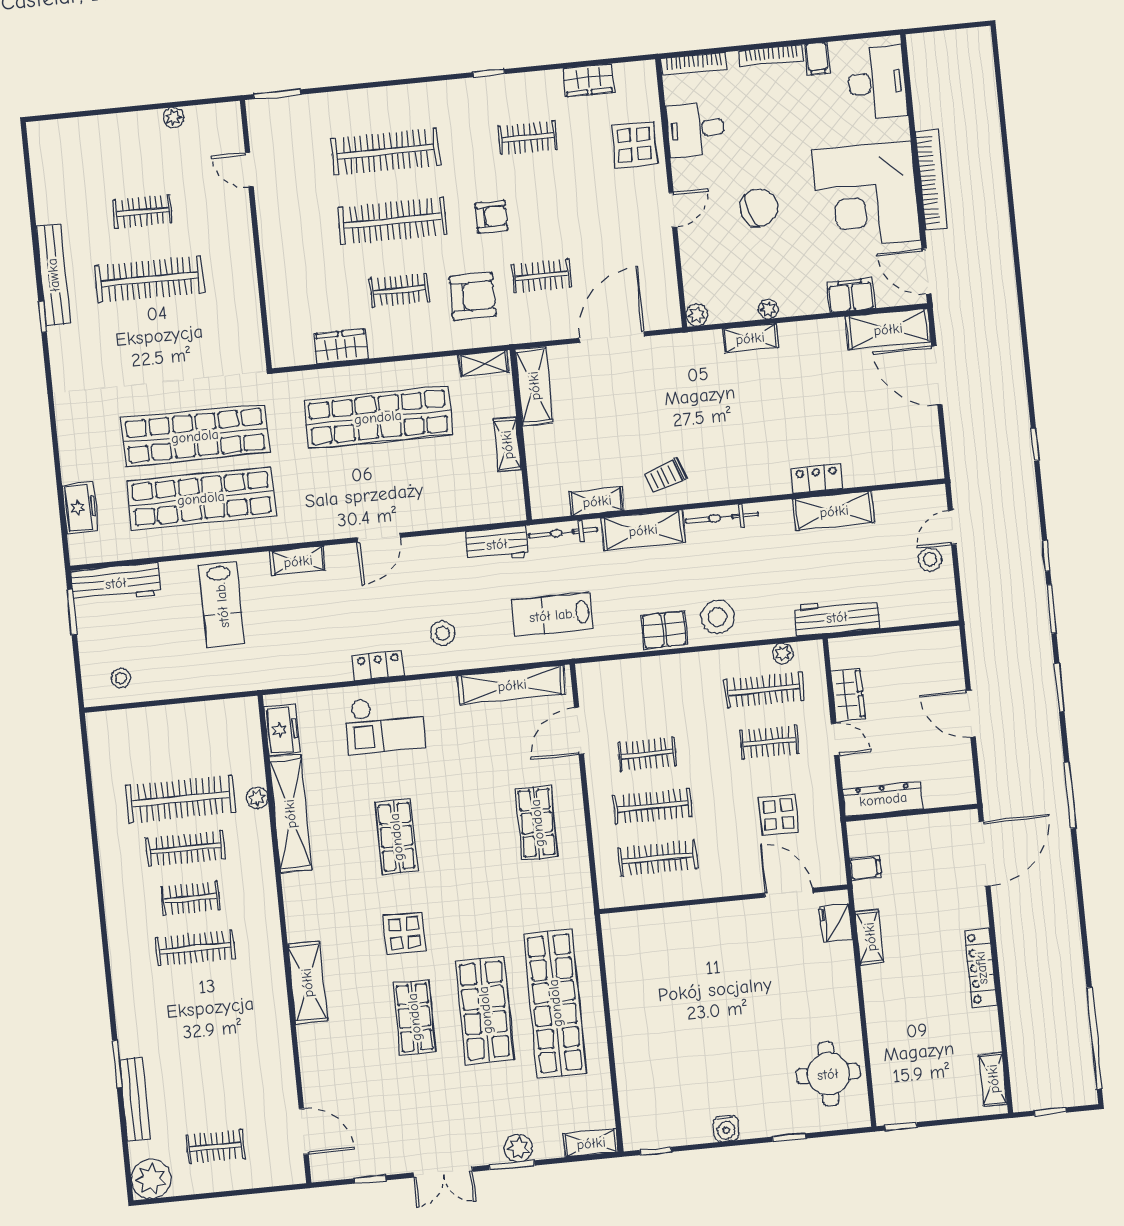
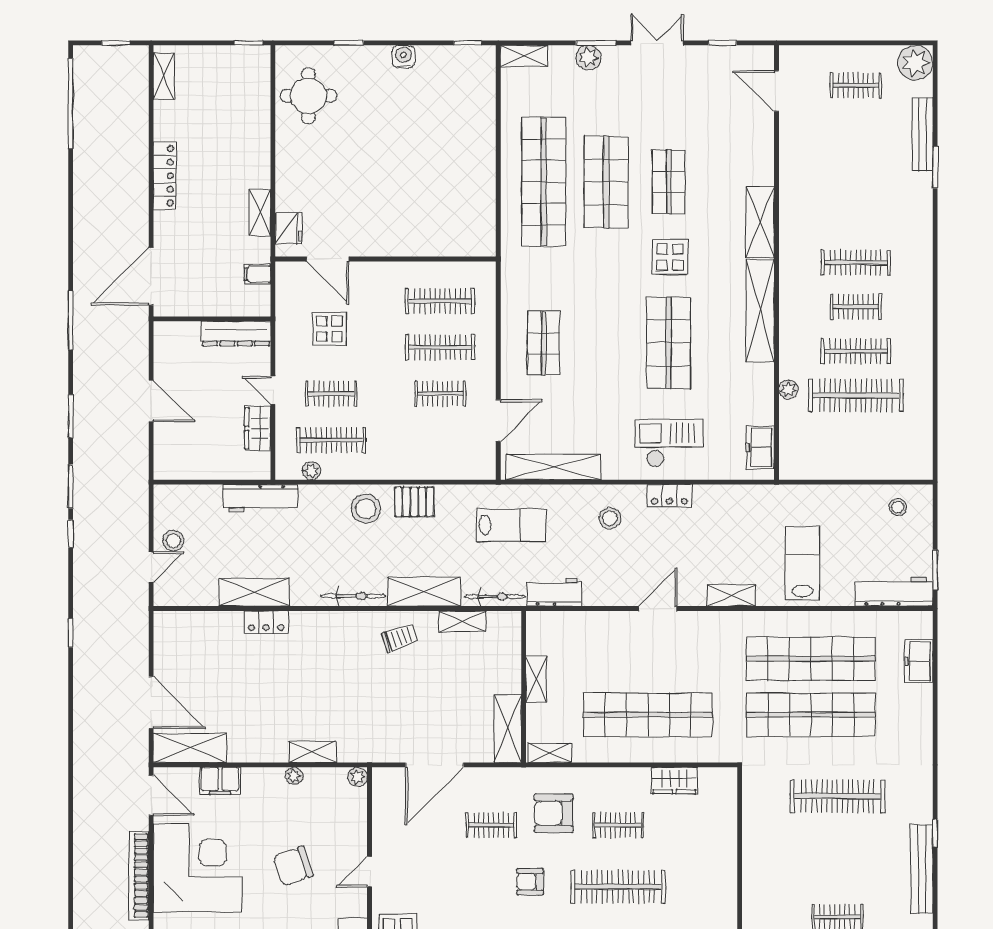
clothes rail: (150, 279) -> (837, 796), moved
shelving: (290, 814) -> (760, 311), moved
shop shelf: (396, 837) -> (669, 343), width x1.43, depth x1.36

